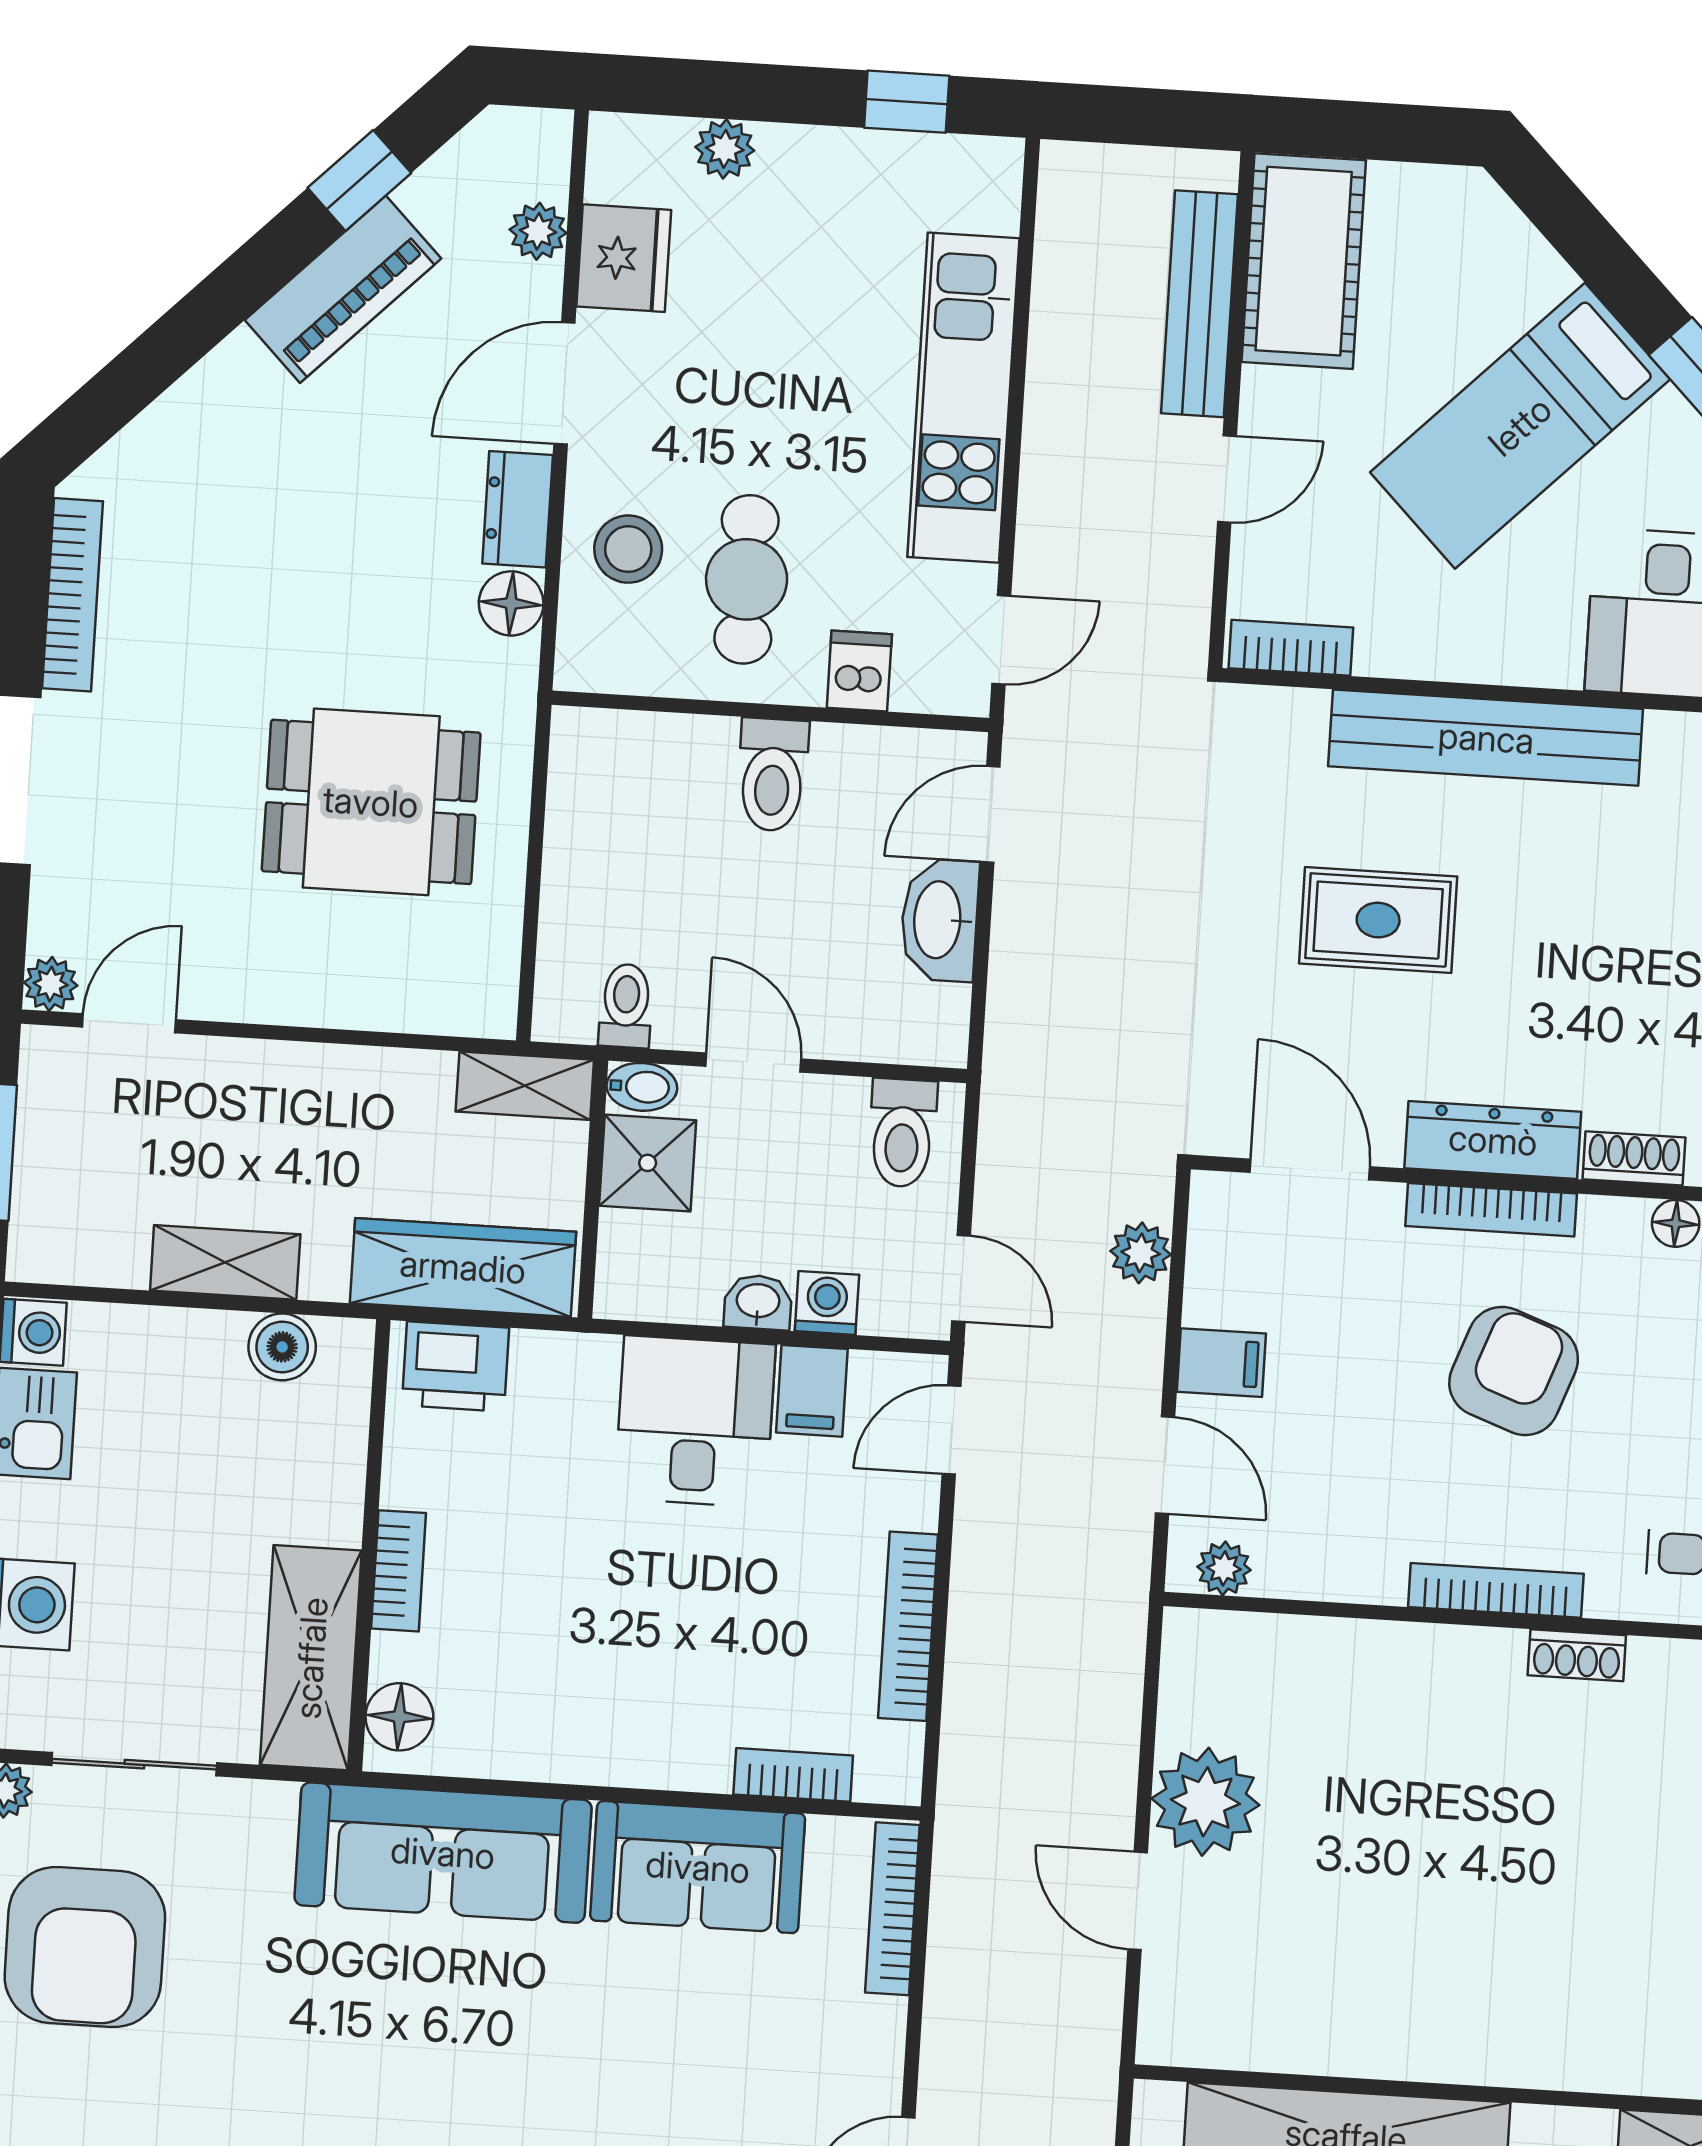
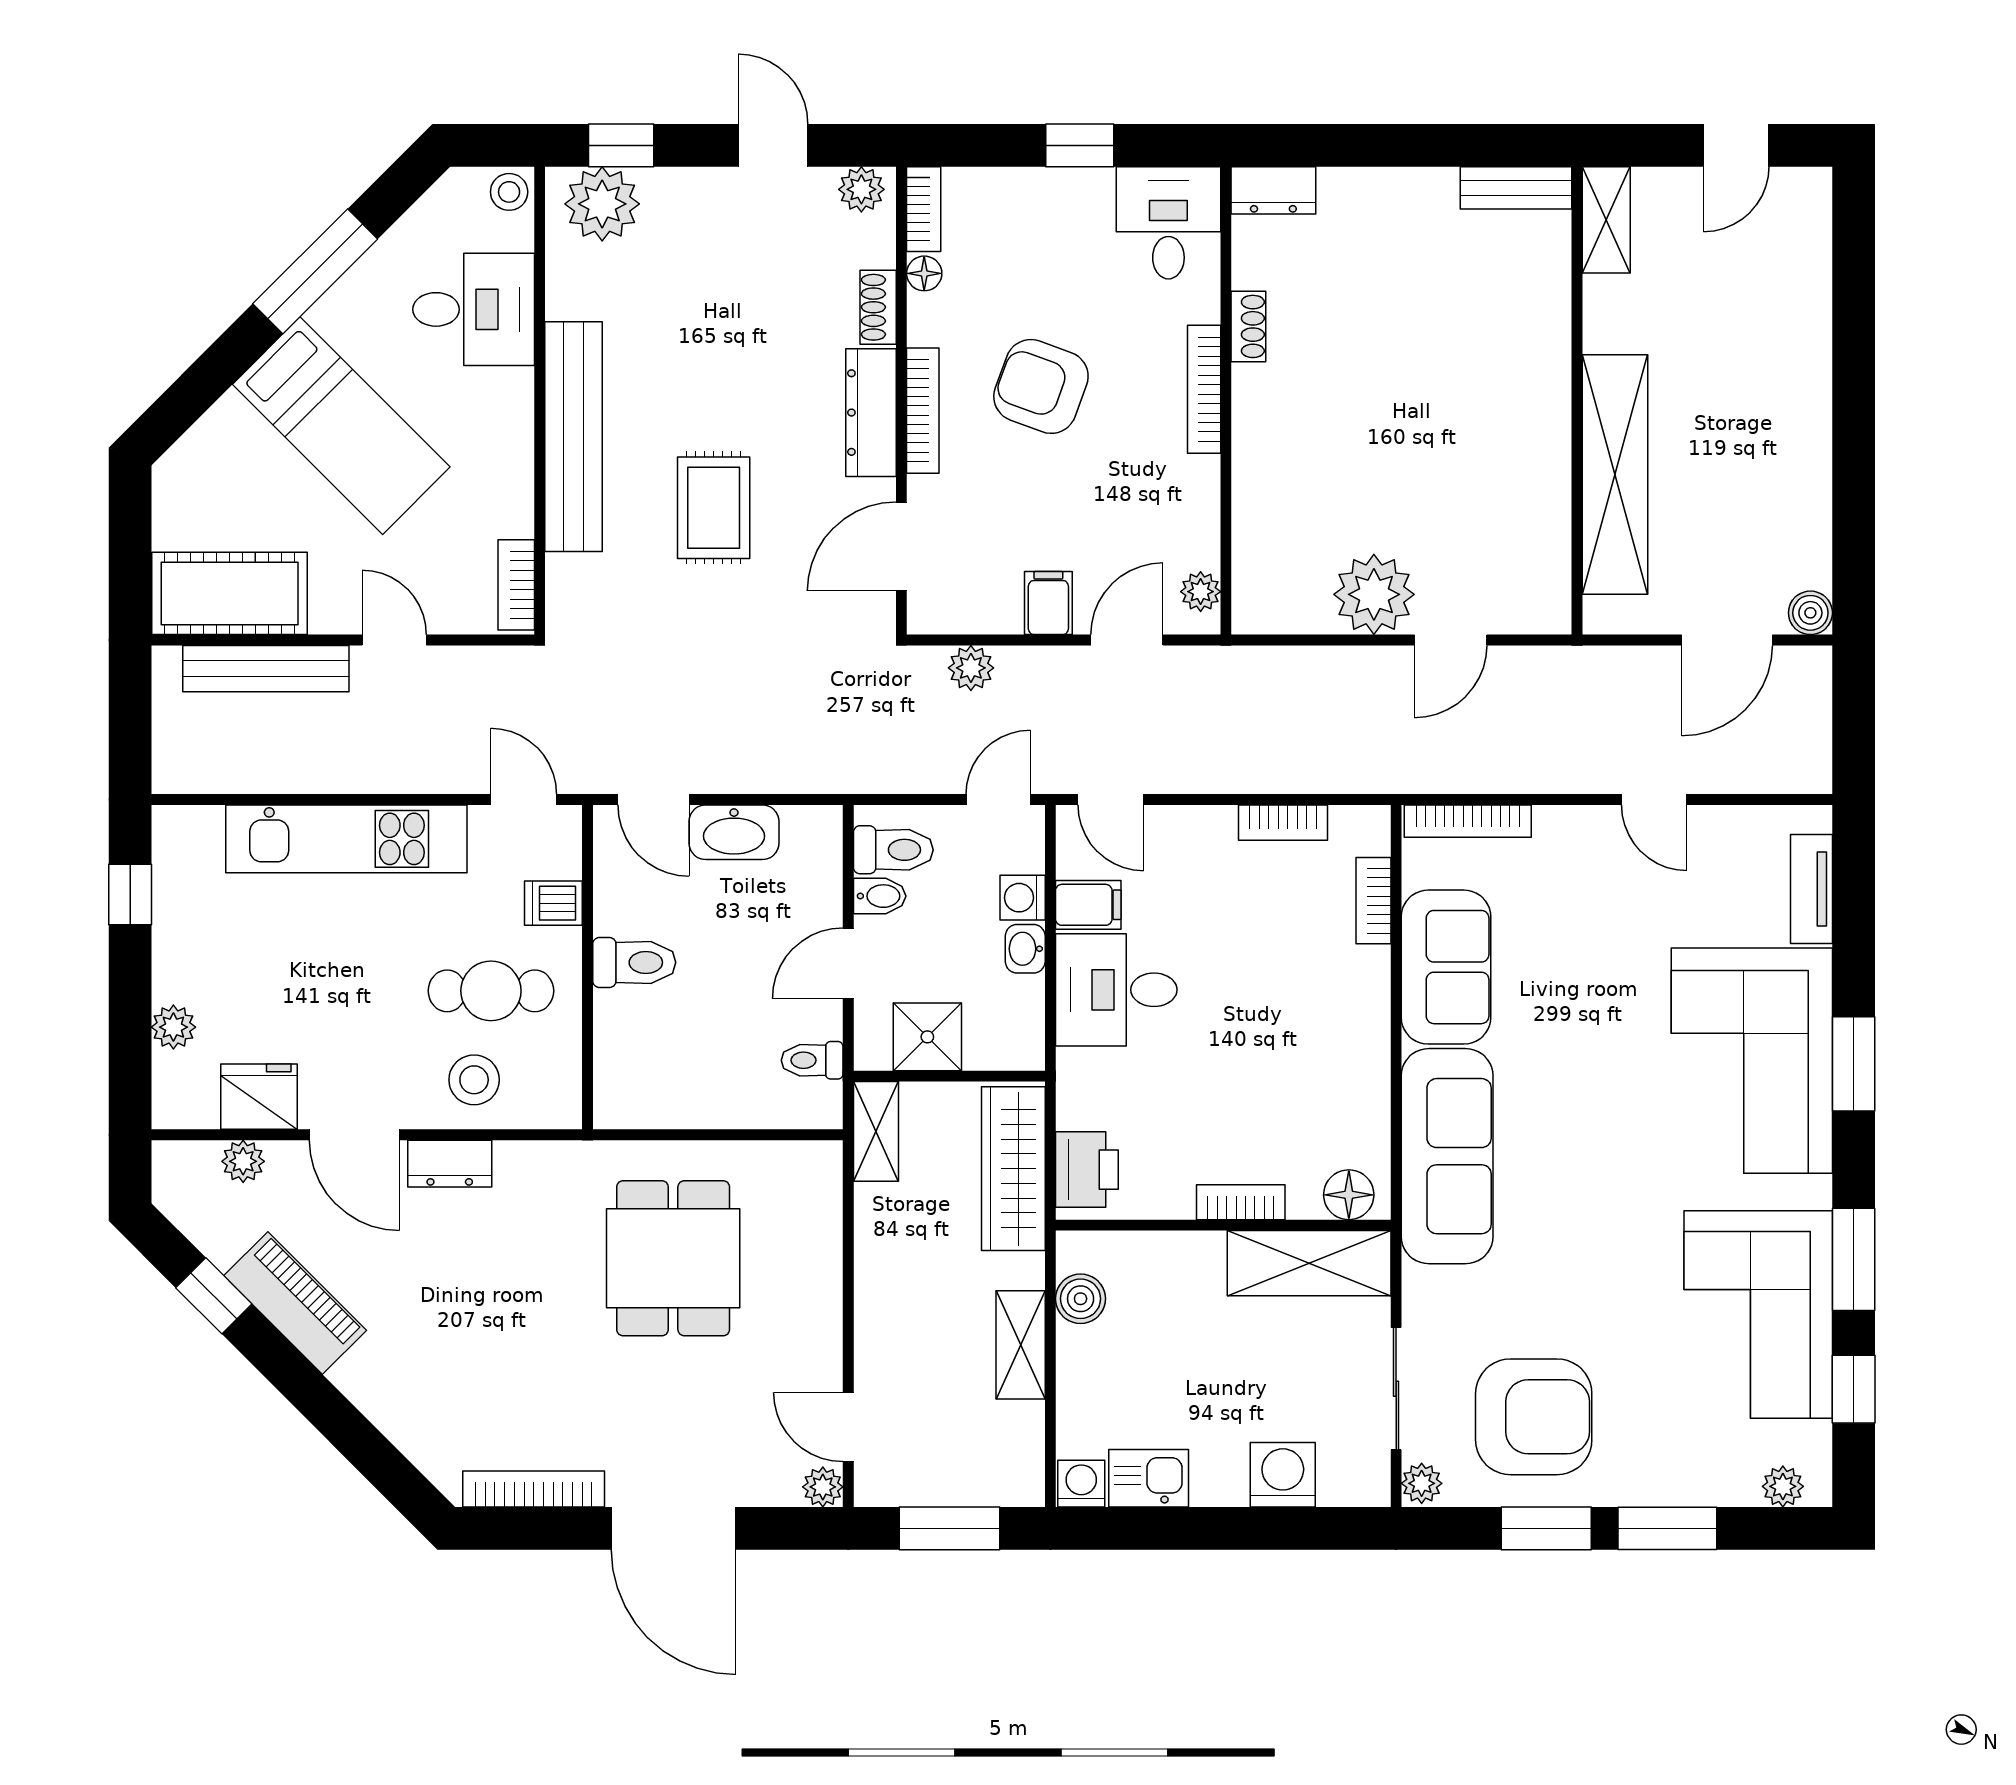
floor lamp: (511, 603) -> (520, 1164), removed
bidet: (642, 1087) -> (880, 896), moved, turned 90
bookcase: (908, 1626) -> (1283, 823), width x0.64

